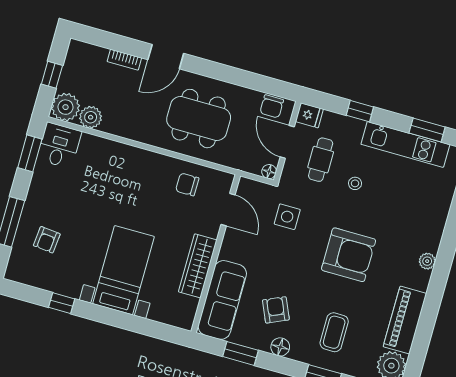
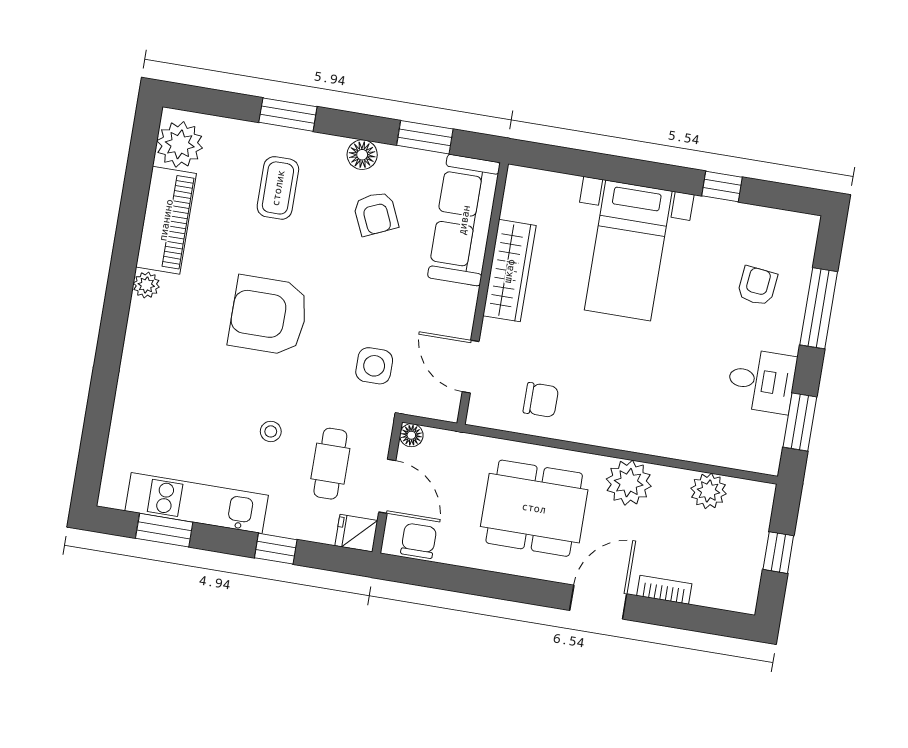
plant: (66, 107) -> (629, 483), moved
desk: (59, 145) -> (762, 381), moved, turned -90
plant: (427, 261) -> (146, 285), moved

